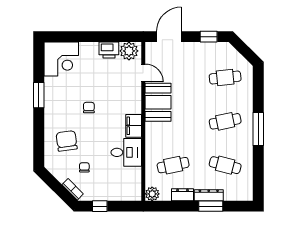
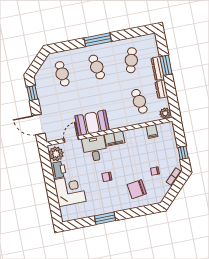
corner desk: (61, 59) -> (70, 191), moved
desk: (126, 152) -> (95, 149), moved
filing cabinet: (133, 173) -> (152, 131), added

